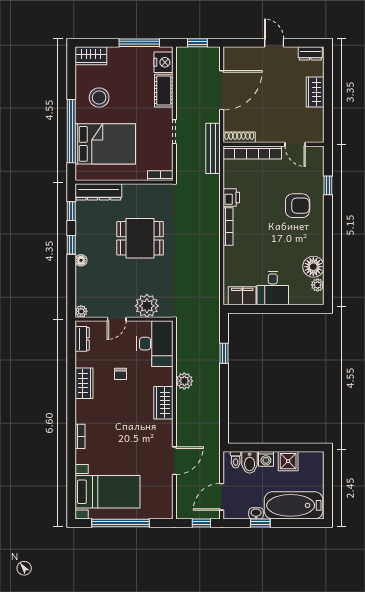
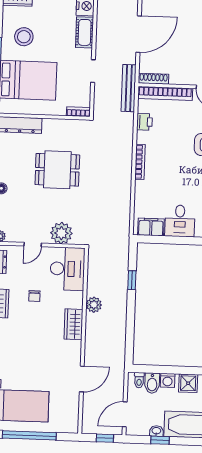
printer: (231, 198) -> (144, 122), moved

